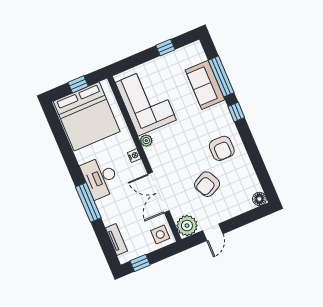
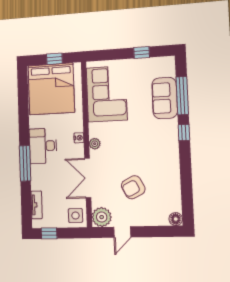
plant: (146, 141) -> (95, 144), moved
armchair: (222, 148) -> (158, 160), removed

